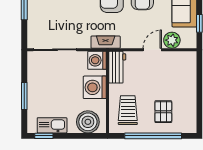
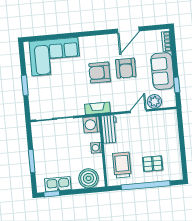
washing machine: (95, 87) -> (96, 148), width x0.53, depth x0.53
pallet: (163, 112) -> (153, 164), turned 90

